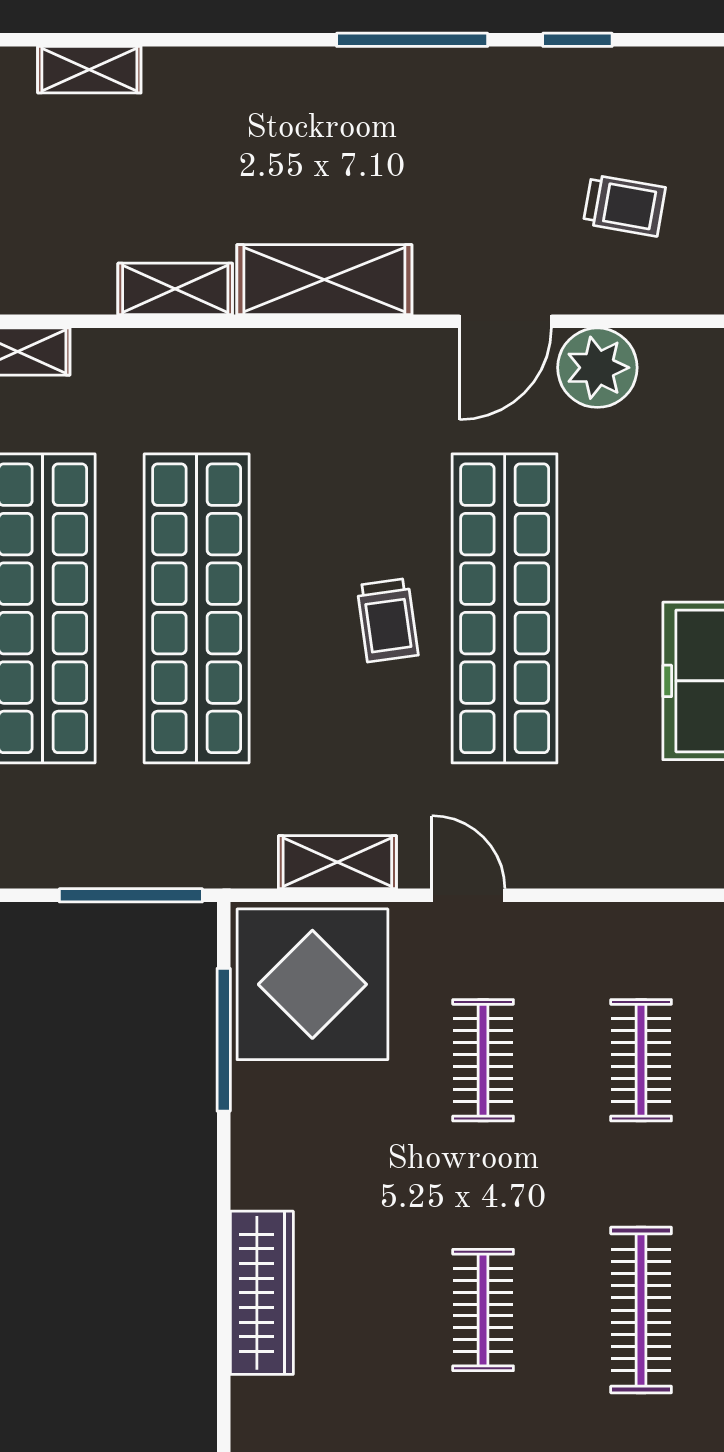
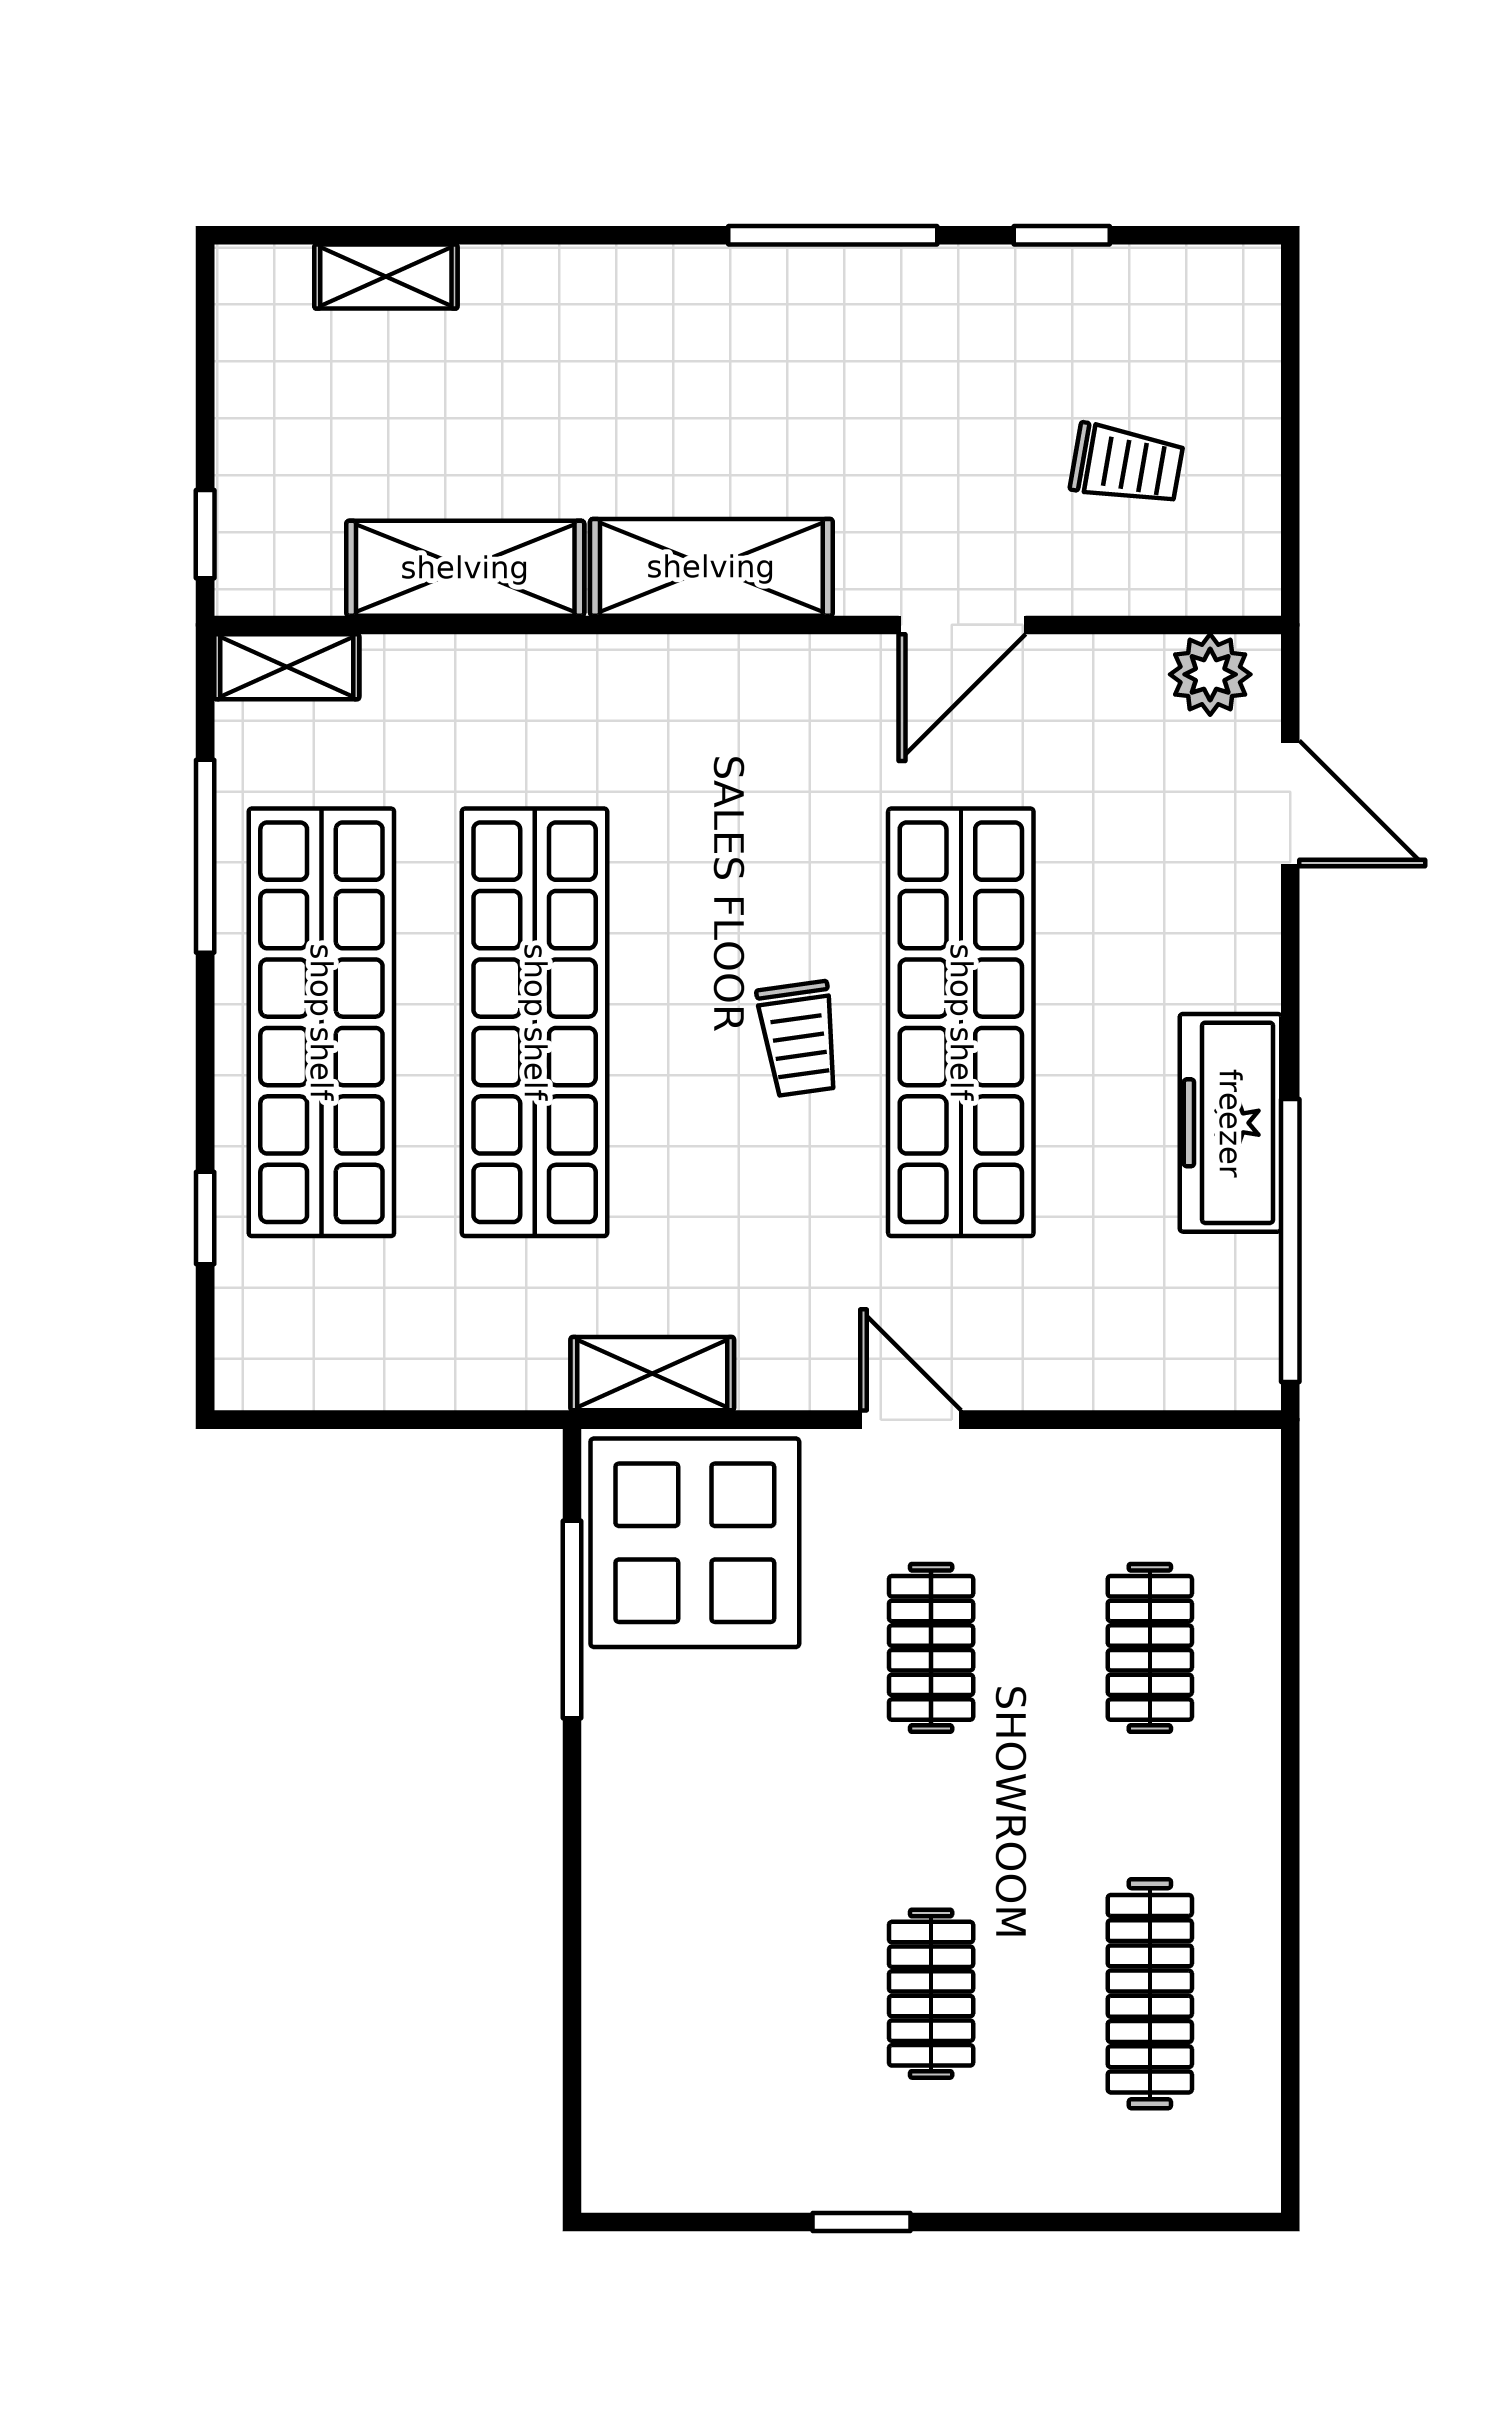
shelving: (175, 289) -> (465, 568), width x1.50, depth x1.33
plant: (597, 368) -> (1210, 674), moved, width x0.73, depth x0.73
shelving: (337, 862) -> (652, 1374), moved
window: (131, 895) -> (444, 1420), removed
wardrobe: (262, 1293) -> (625, 1970), removed

